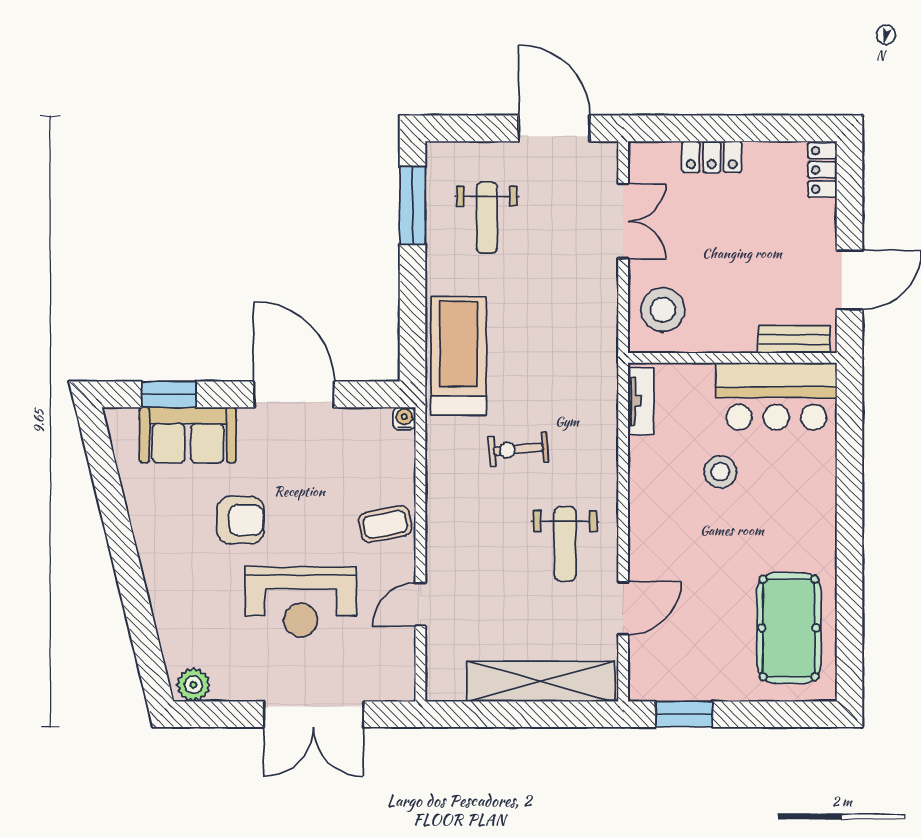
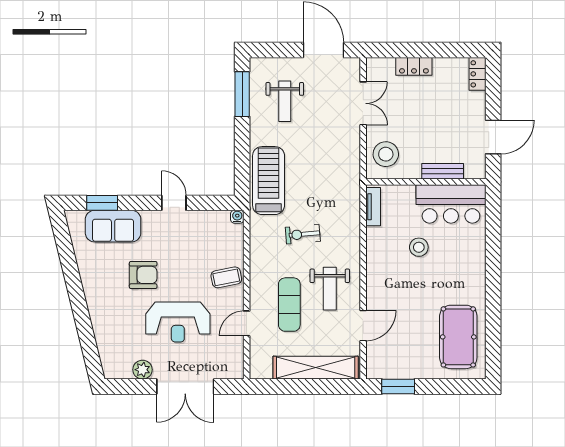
bench: (794, 339) -> (443, 171), moved
door: (294, 394) -> (174, 203), width x0.53
exercise mat: (495, 571) -> (289, 305), added
plant: (193, 685) -> (143, 370), moved

